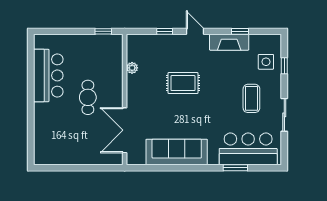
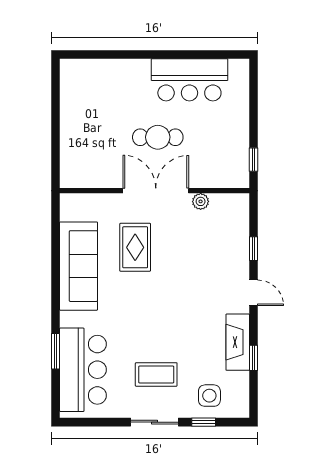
door: (195, 31) -> (253, 293), hinge flipped
rug: (183, 83) -> (135, 247), moved
sliding door: (284, 115) -> (154, 422), moved
double door: (125, 130) -> (156, 191), moved

